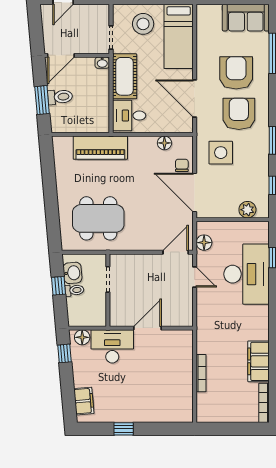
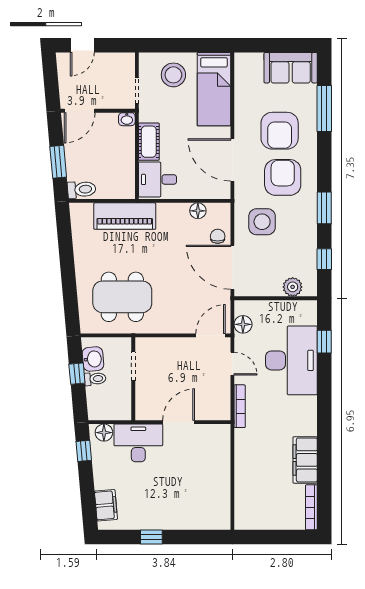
armchair: (236, 73) -> (280, 131), turned 180
cot: (125, 76) -> (149, 142), width x0.73, depth x0.75
toilet: (60, 97) -> (82, 189), moved
bookcase: (201, 373) -> (240, 406), moved

